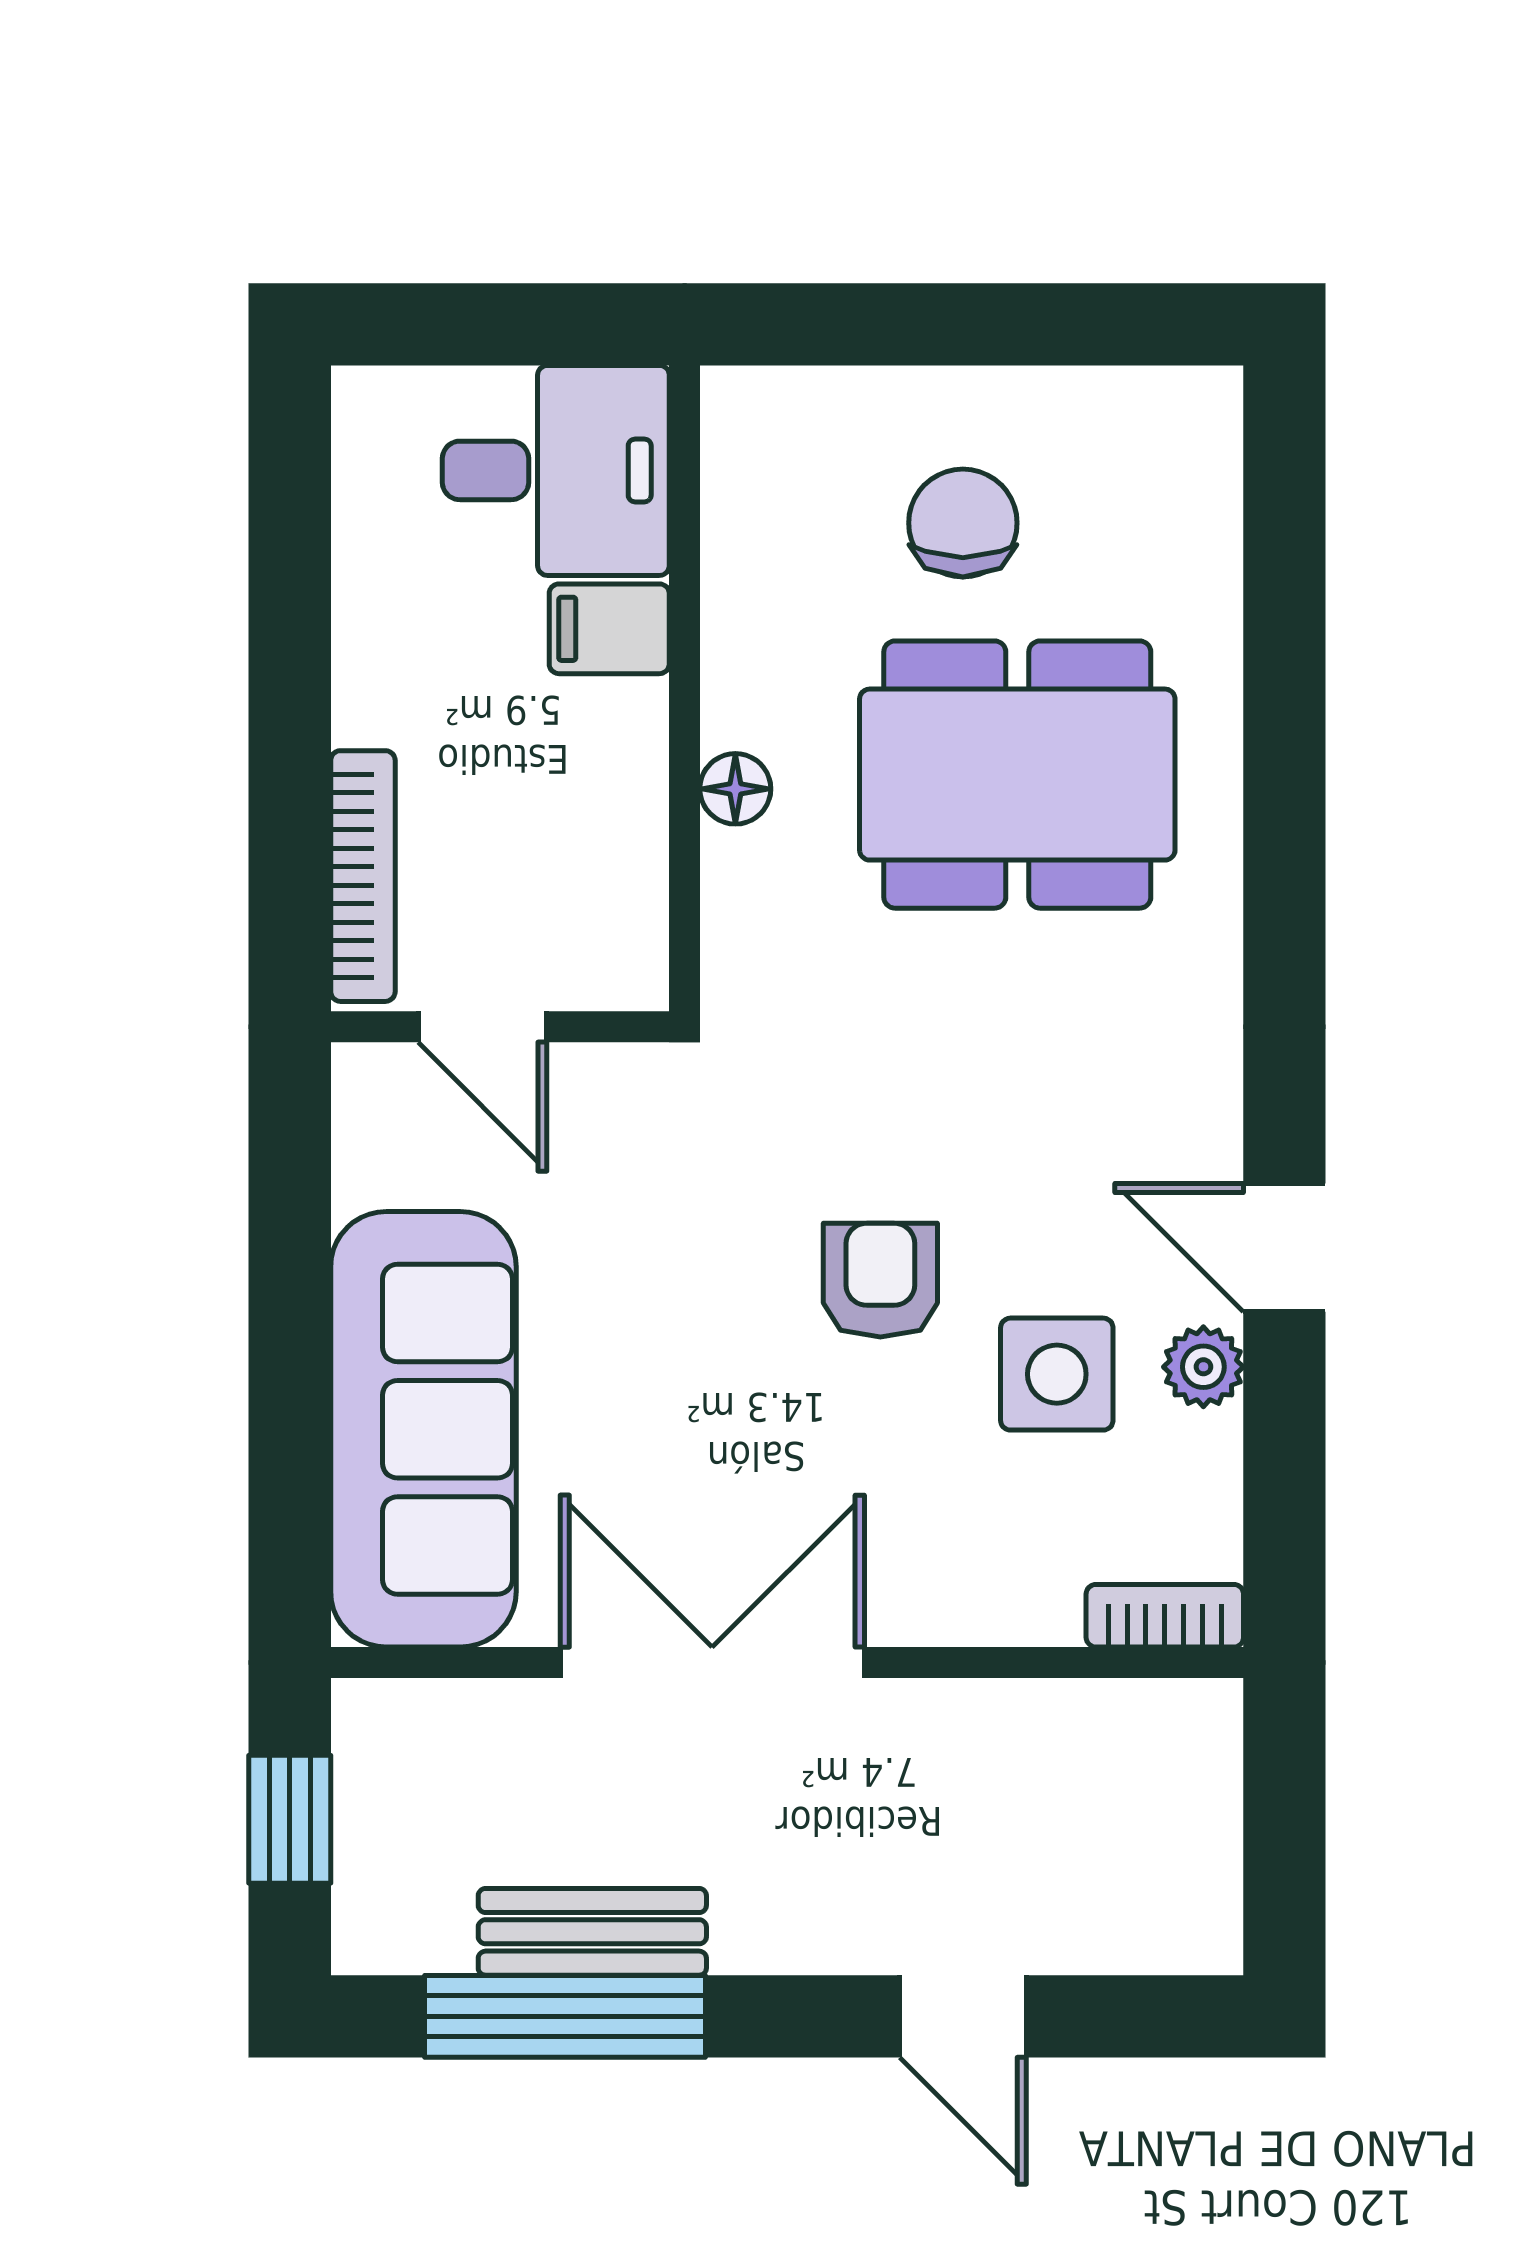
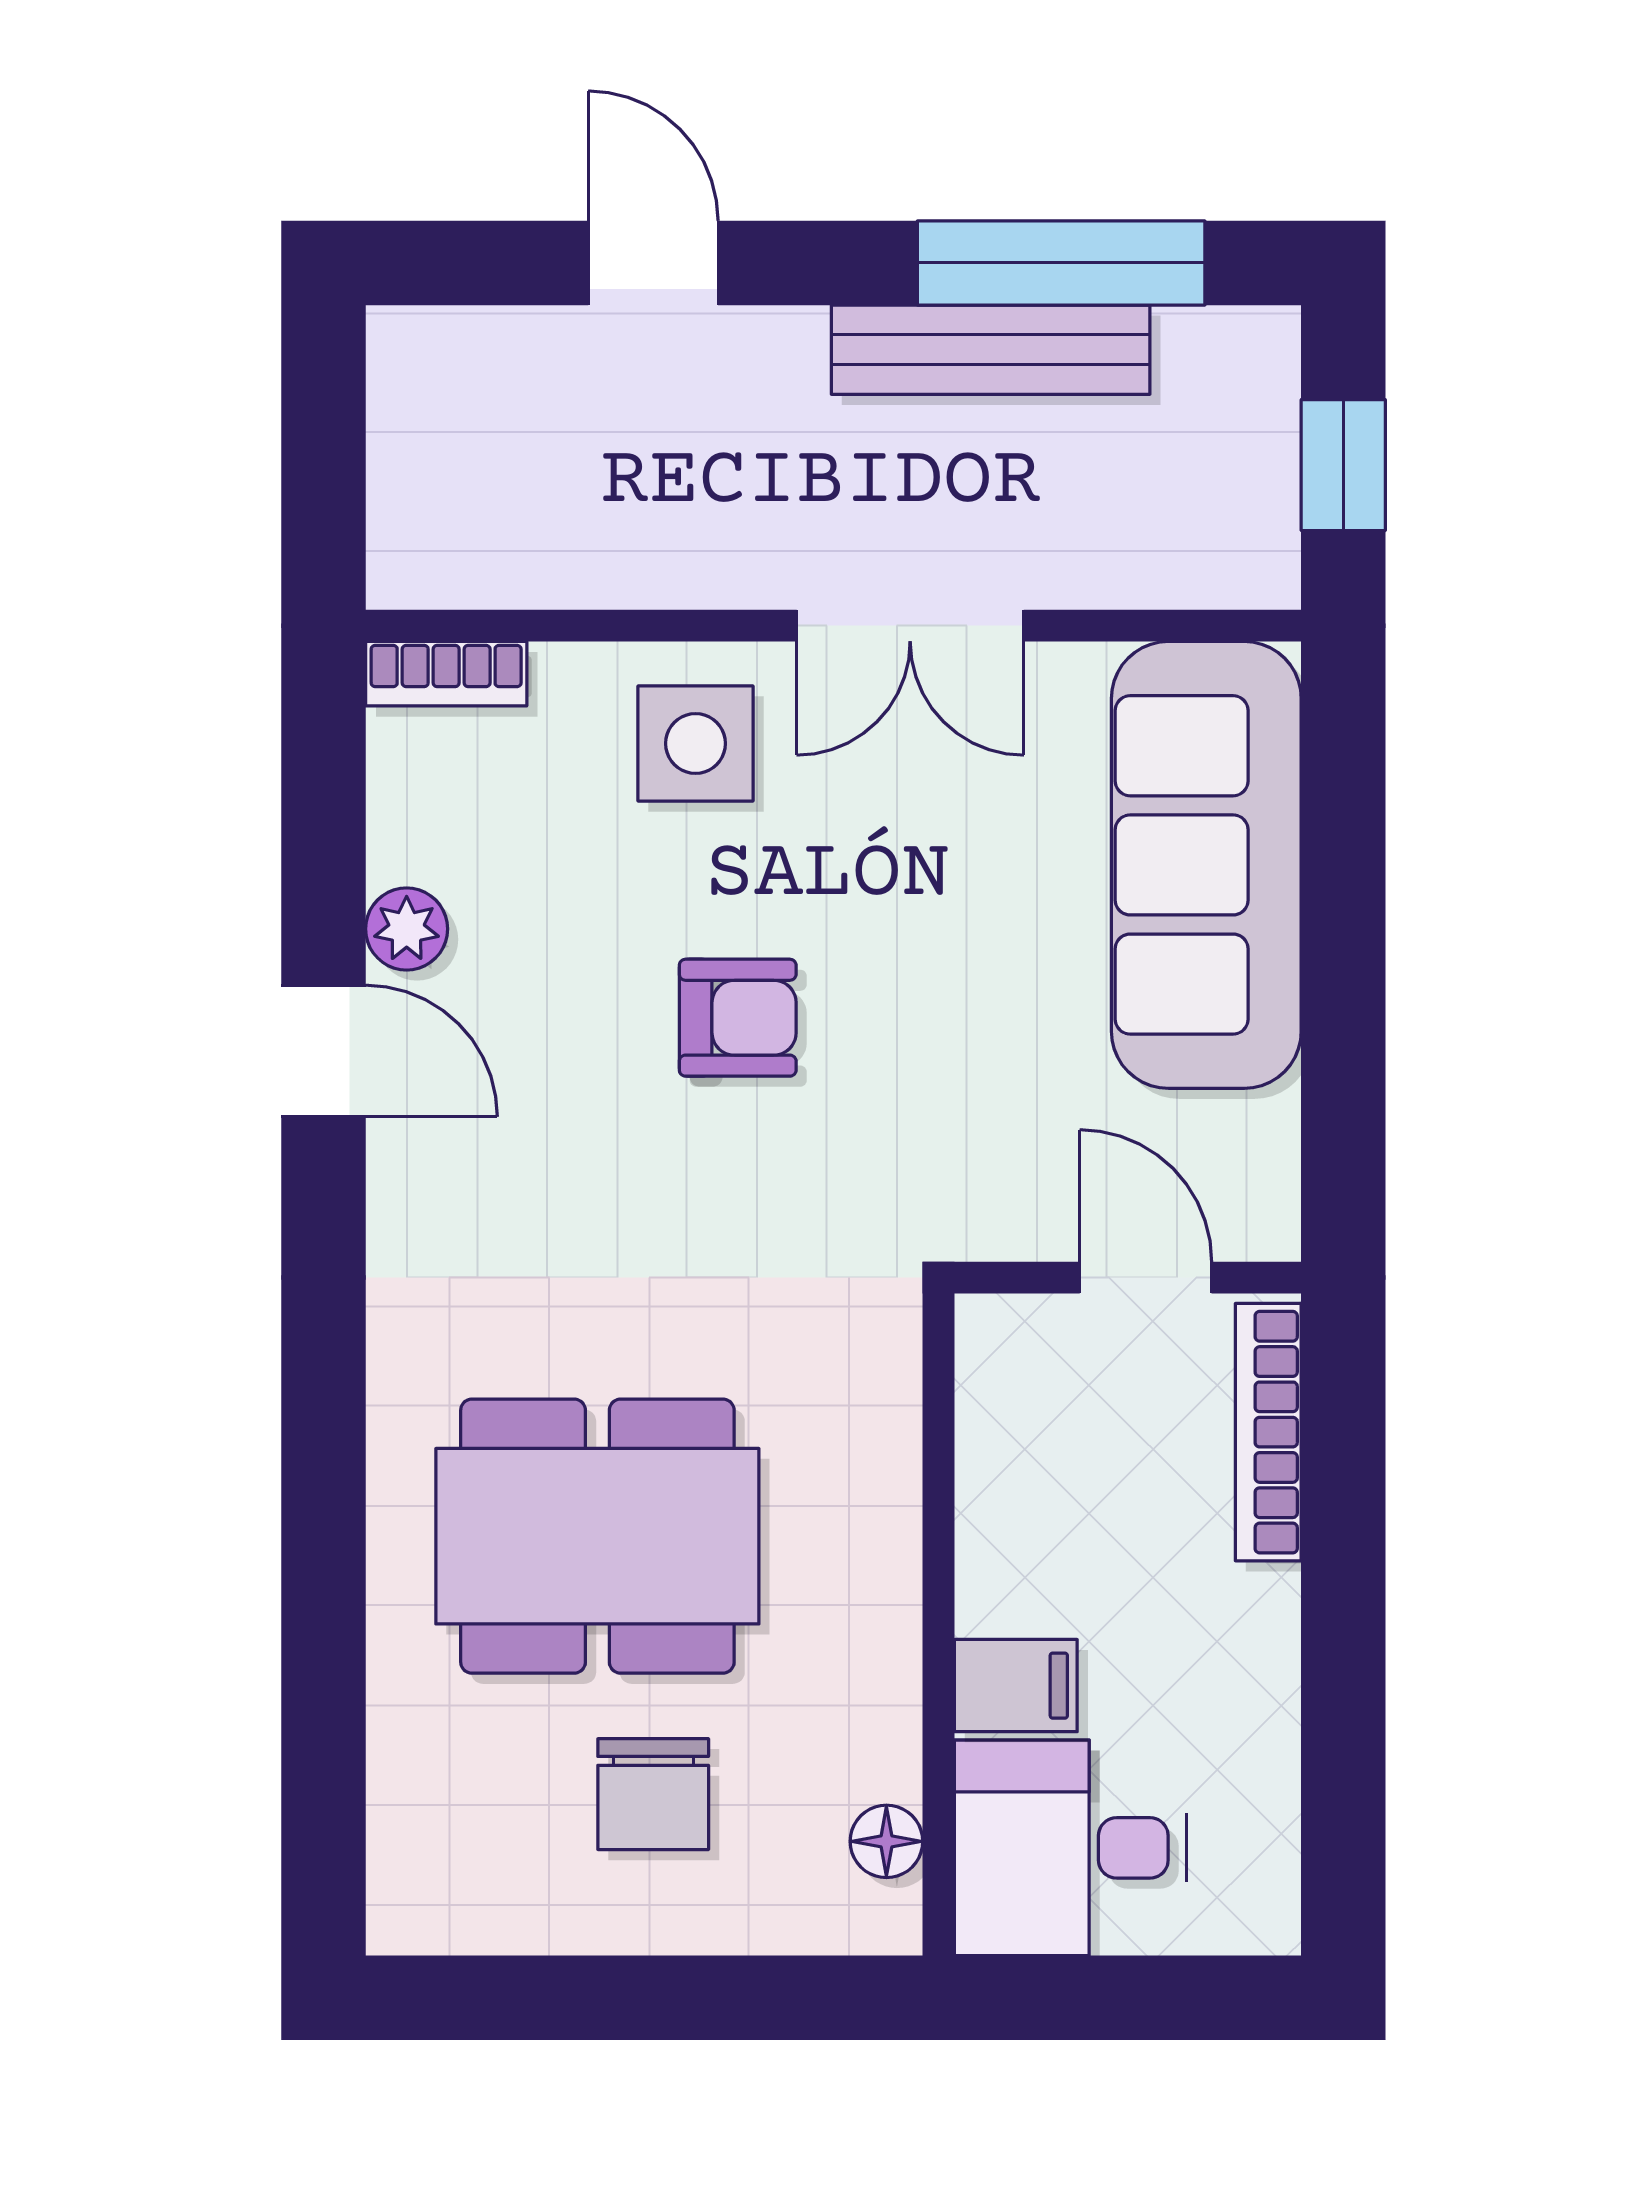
floor lamp: (735, 789) -> (886, 1841), moved
armchair: (880, 1280) -> (738, 1018), turned -90
side table: (1057, 1374) -> (696, 743), moved
double door: (712, 1663) -> (910, 626), width x0.73
bench: (592, 1932) -> (991, 350), width x1.36

